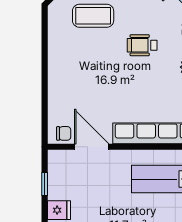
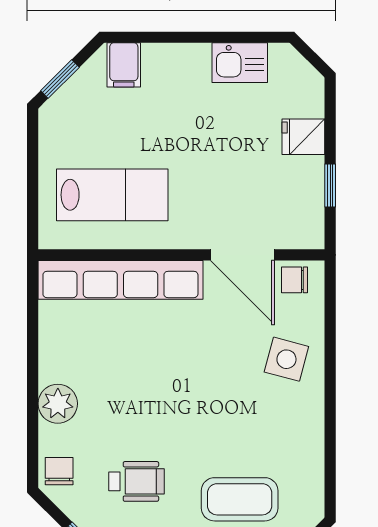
wheelchair: (142, 45) -> (136, 481), moved
side table: (68, 91) -> (286, 359), added

